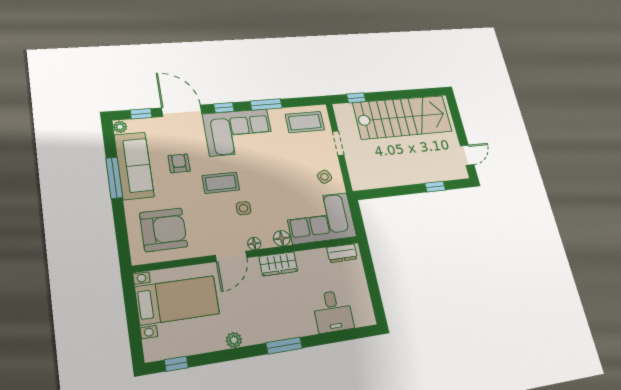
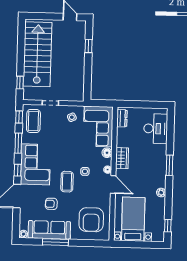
window: (141, 114) -> (19, 117), moved
armchair: (164, 230) -> (91, 220), turned 180
desk: (333, 311) -> (156, 129), width x1.37

